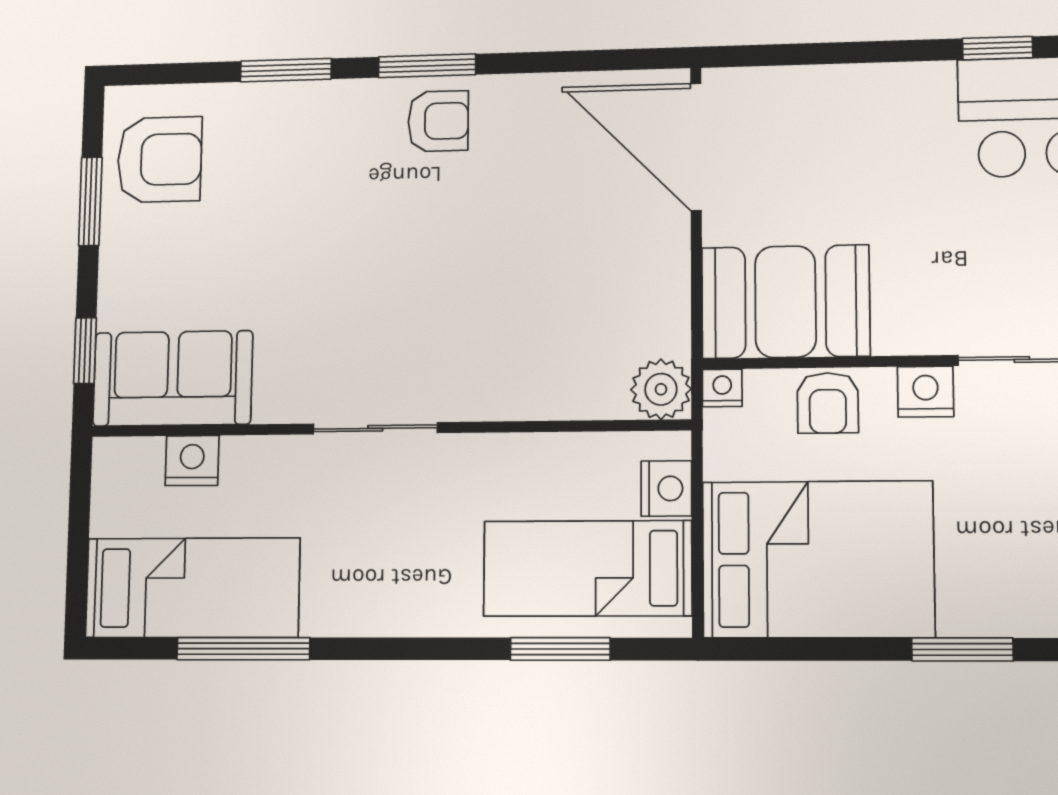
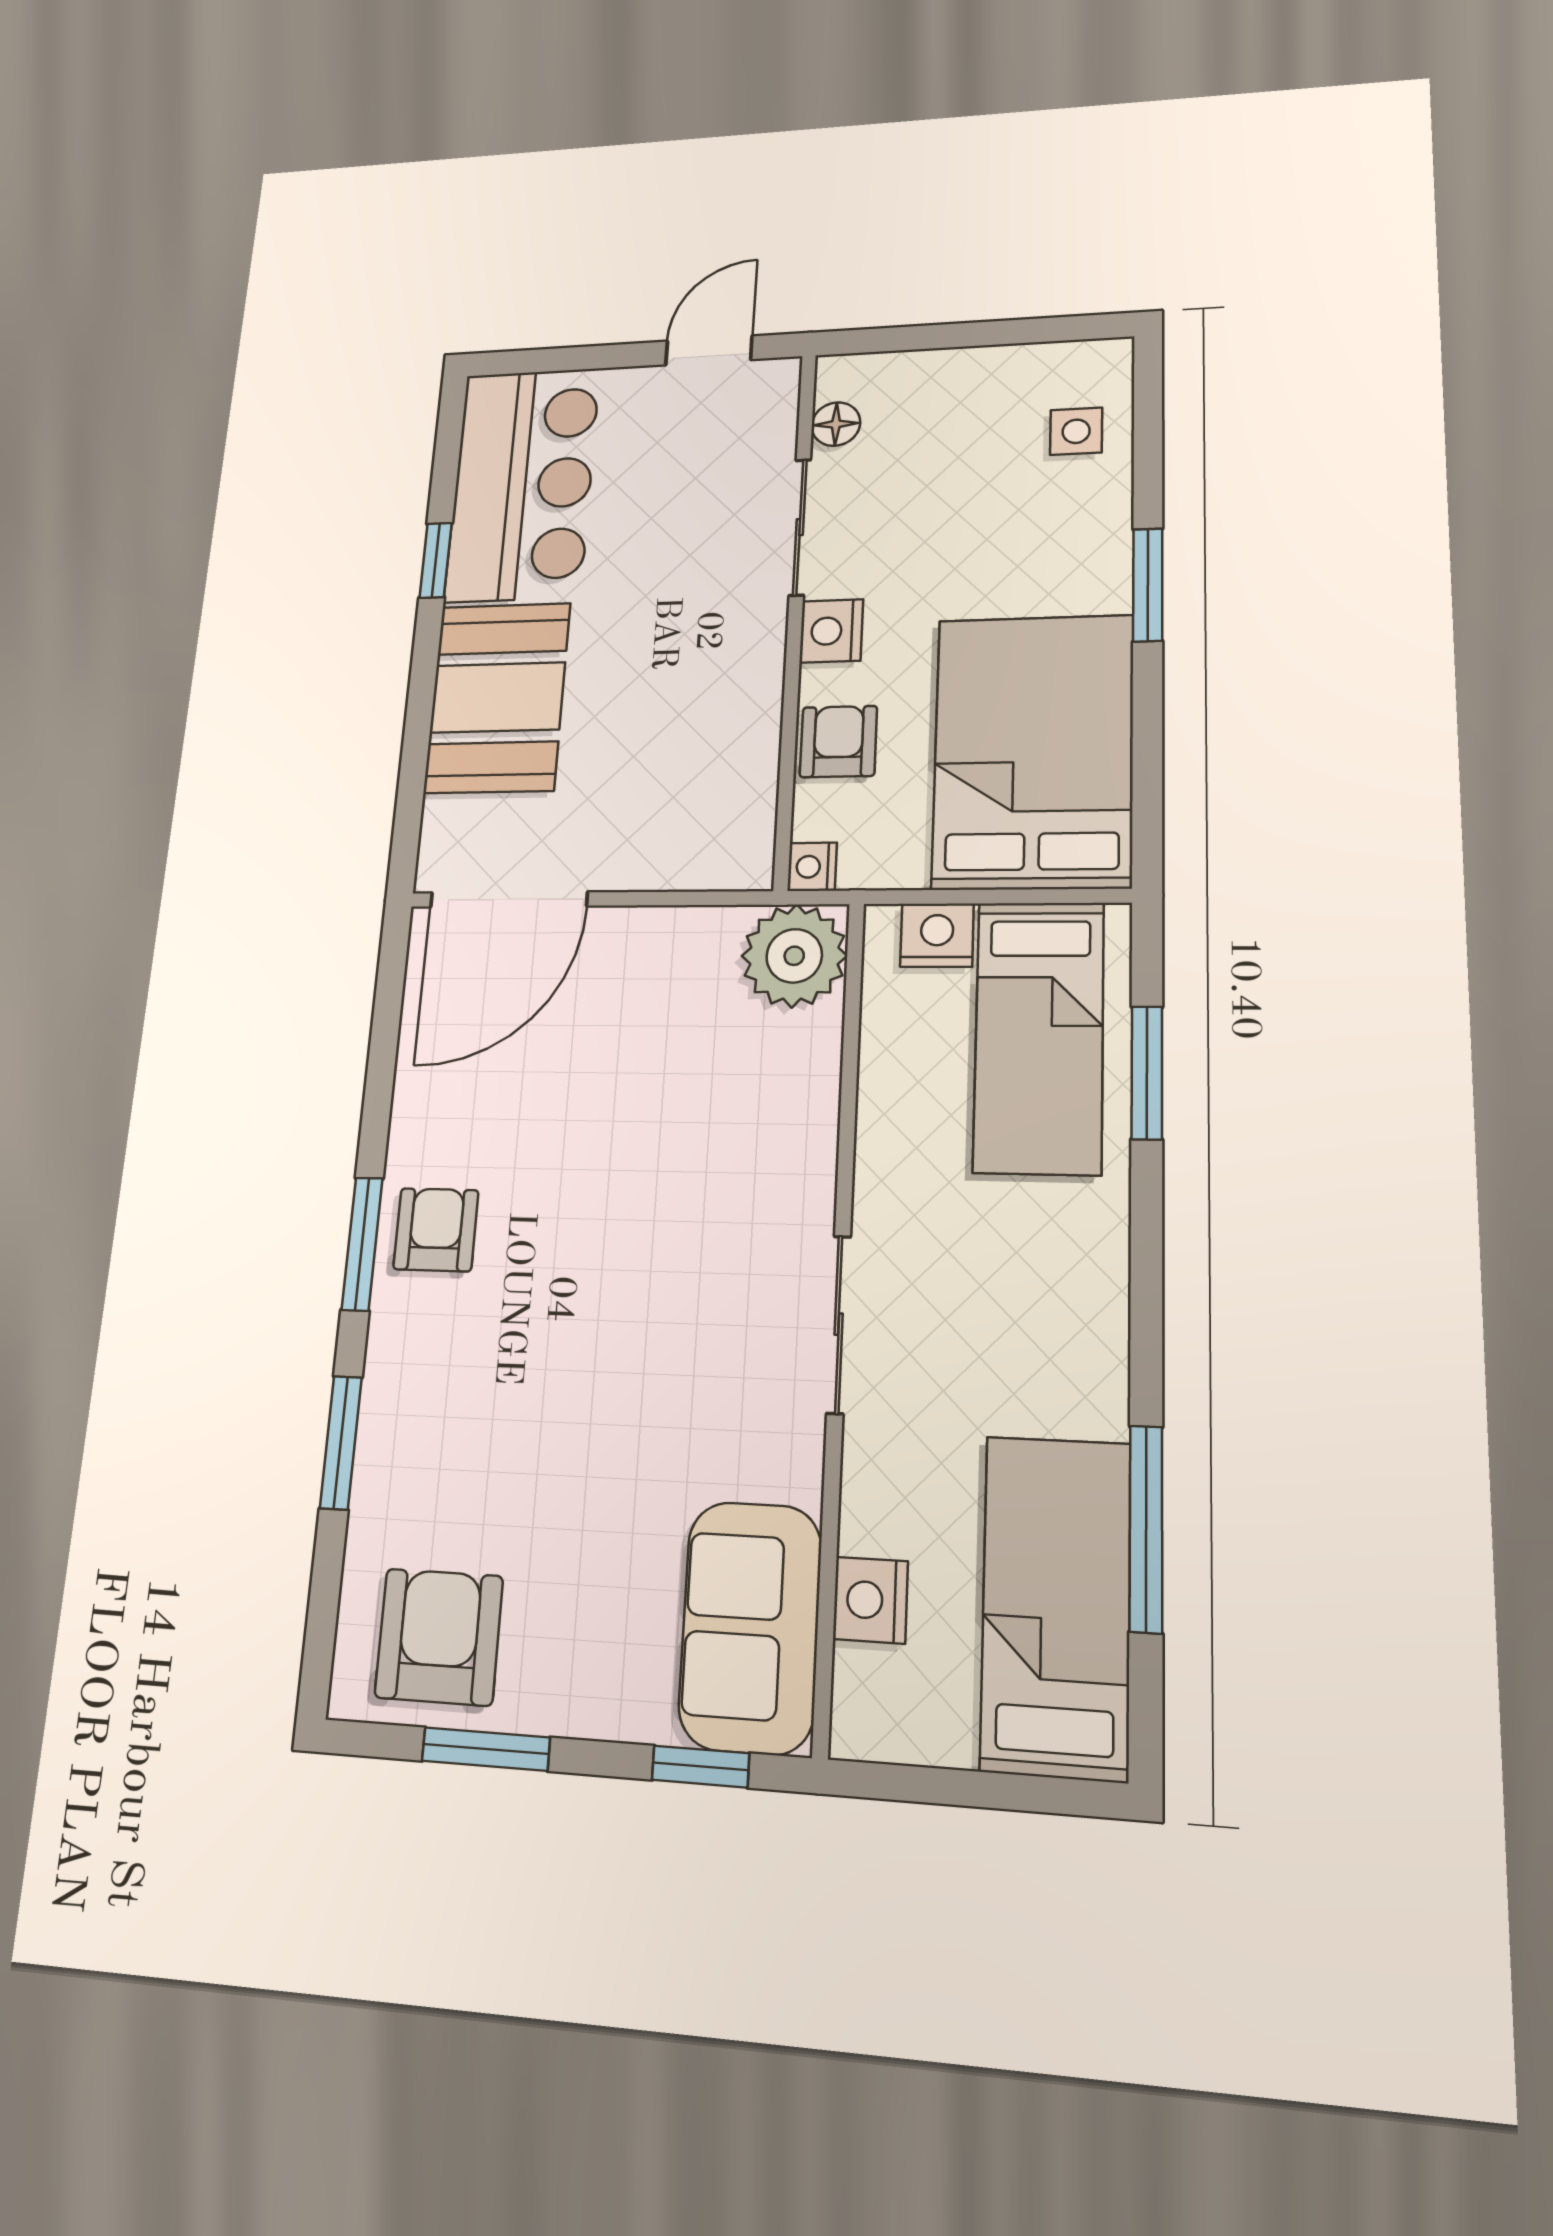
booth: (785, 302) -> (497, 697), moved
plant: (661, 389) -> (794, 956), width x1.36, depth x1.36
armchair: (828, 403) -> (838, 742), turned -90

